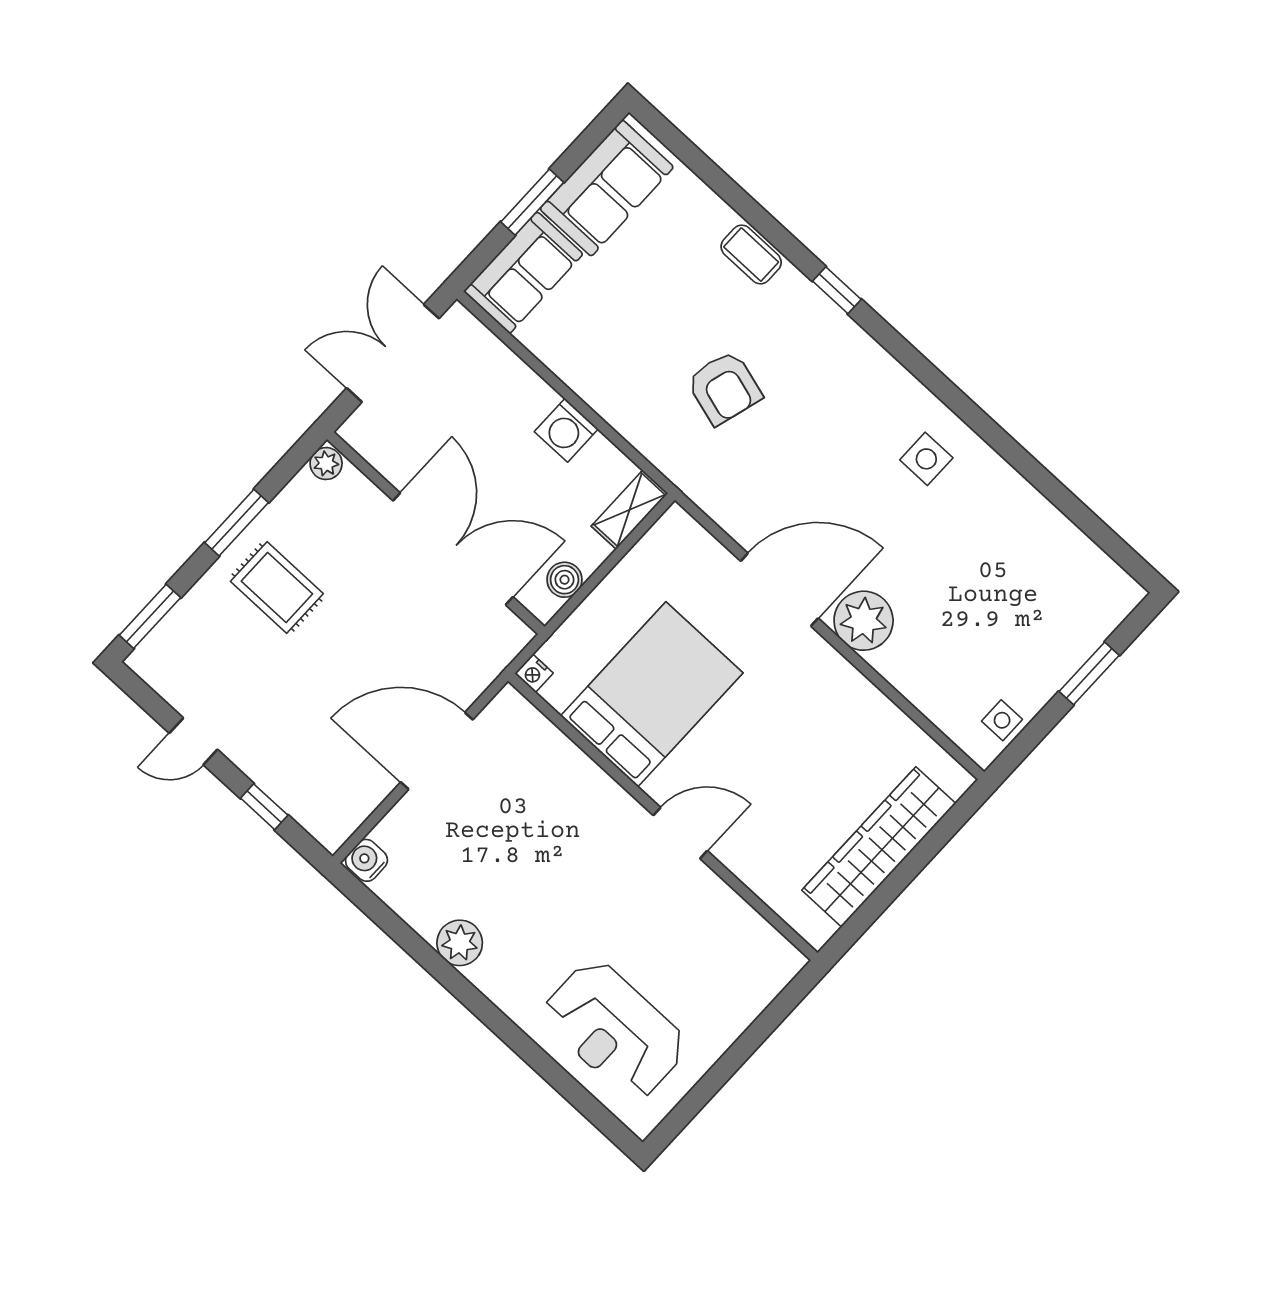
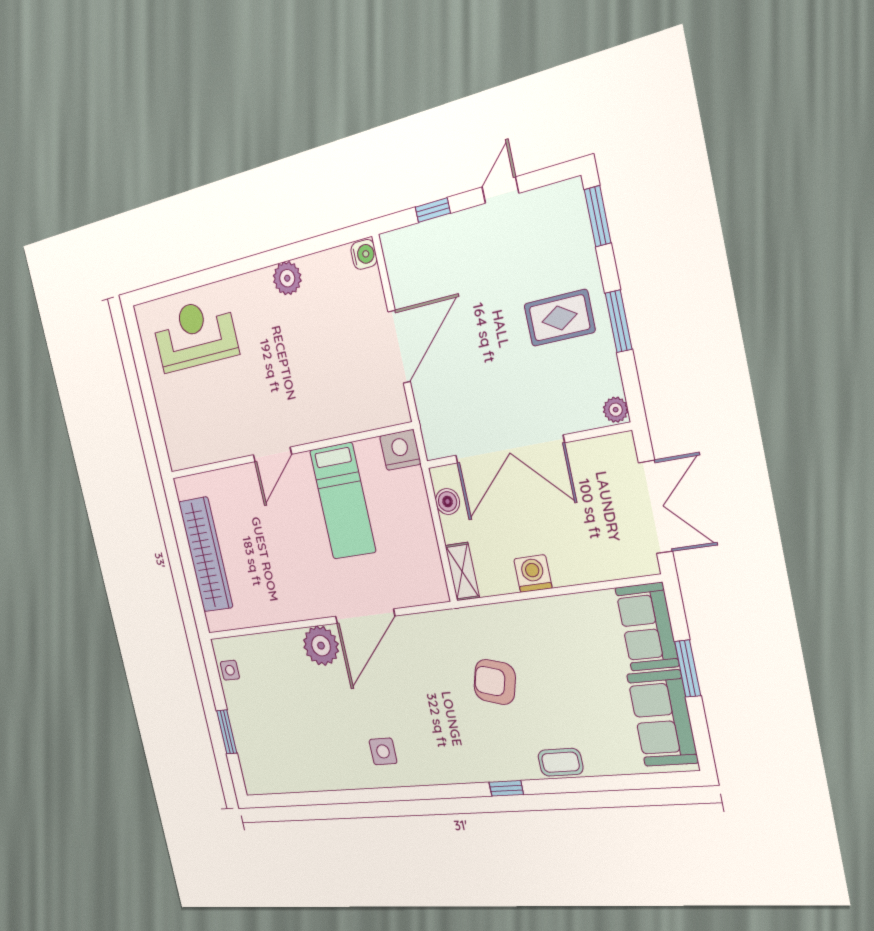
nightstand: (534, 673) -> (400, 450), width x1.89, depth x1.79
bed: (652, 694) -> (343, 501), width x0.67

